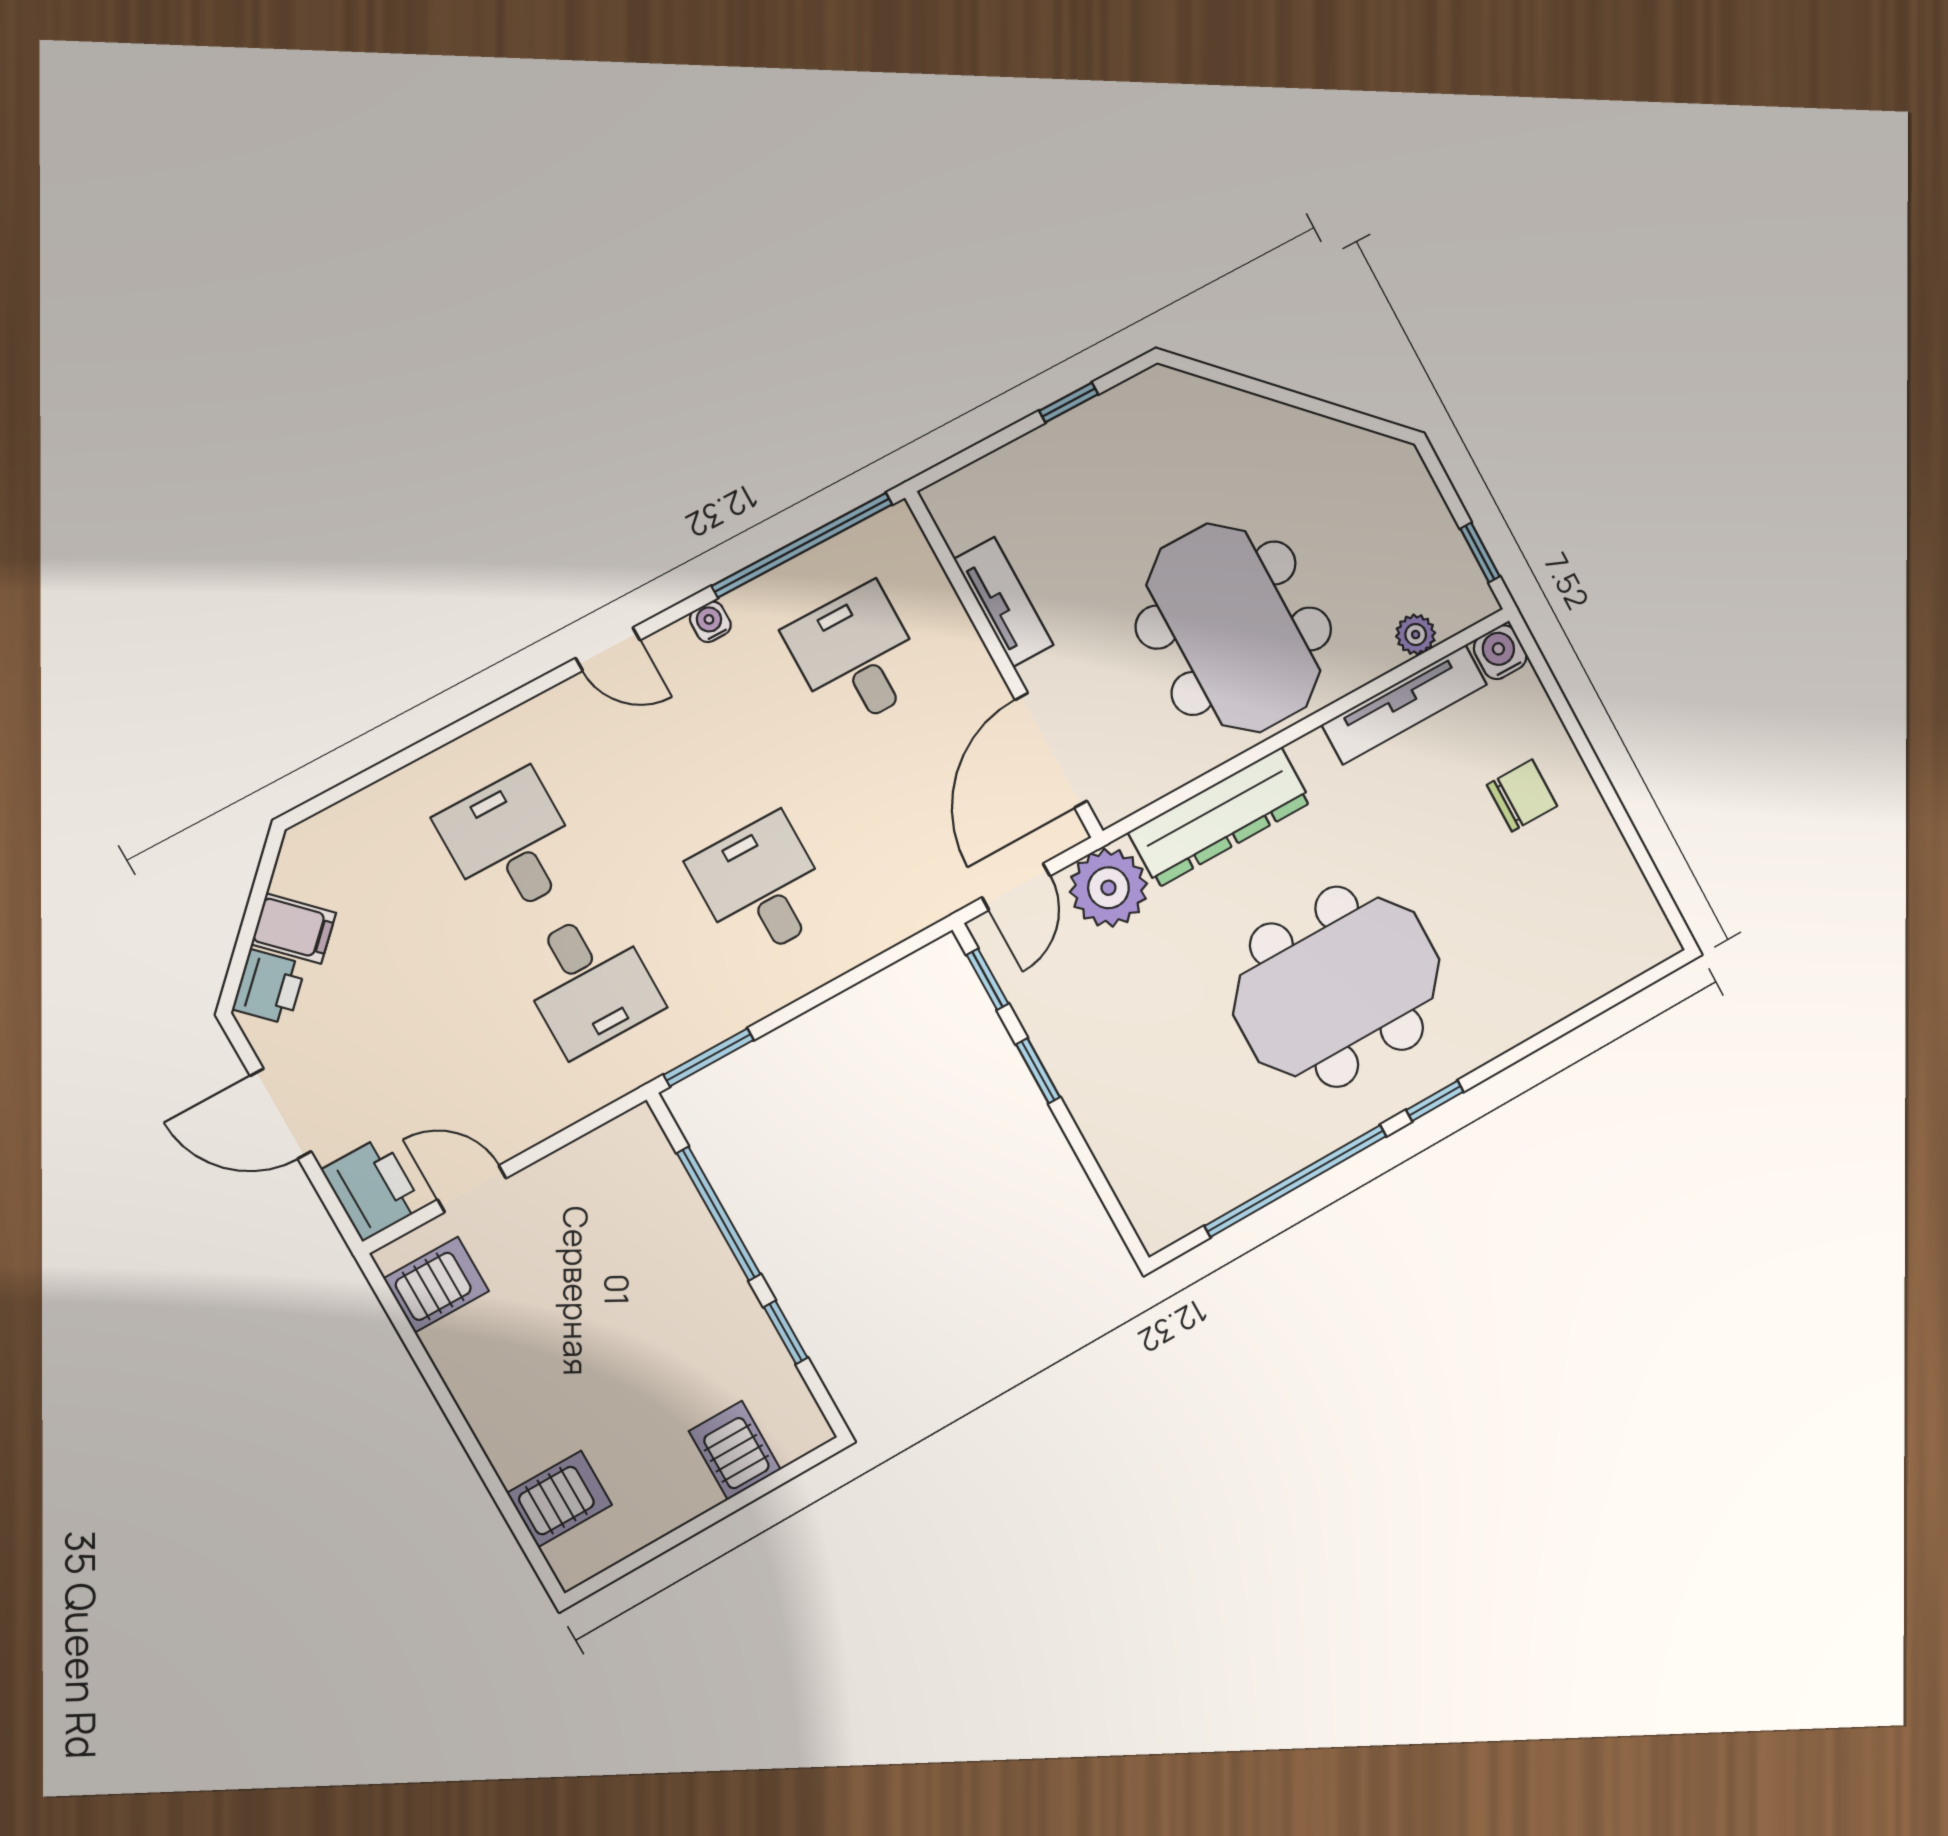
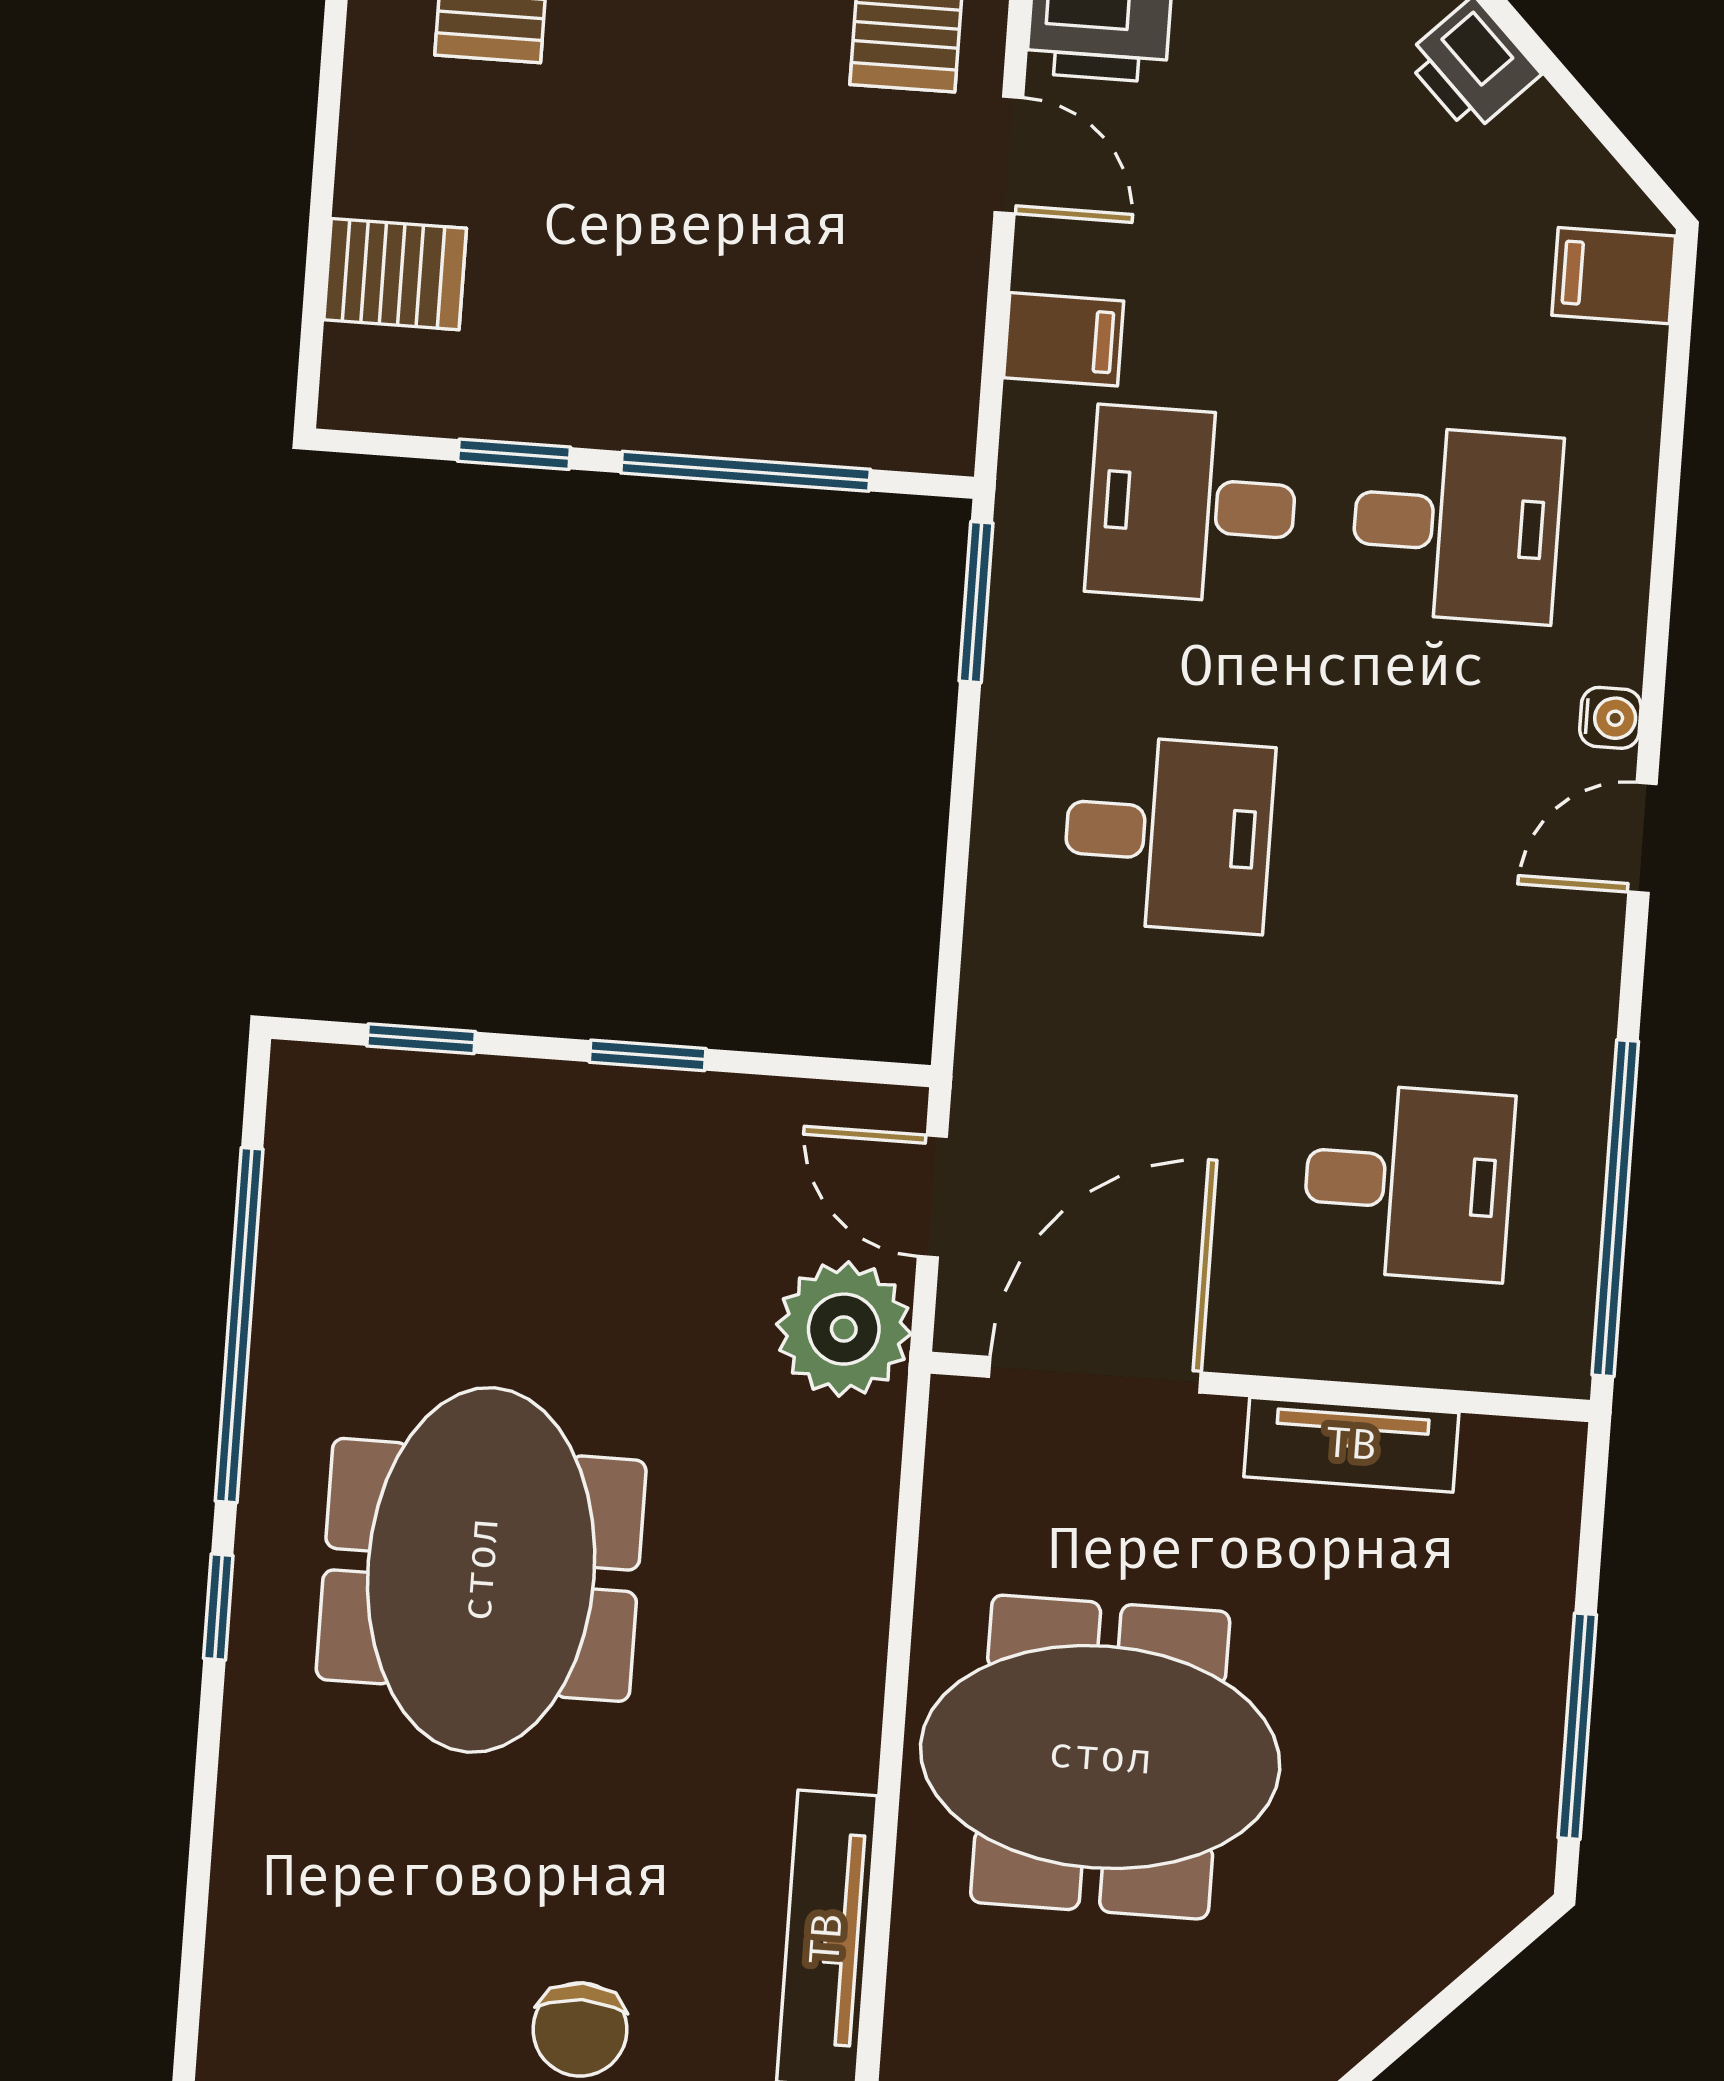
window: (1069, 403) -> (1577, 1726), width x2.17
water cooler: (710, 622) -> (1610, 718), moved
plant: (1416, 635) -> (918, 2022), removed
door: (1051, 750) -> (1095, 1375), hinge flipped
dresser: (1220, 817) -> (840, 1558), removed
filing cabinet: (294, 929) -> (1614, 276), moved, turned 45
window: (987, 979) -> (421, 1039), moved
filing cabinet: (547, 1100) -> (1064, 339), added
door: (472, 1189) -> (1009, 155), hinge flipped

